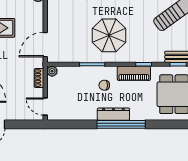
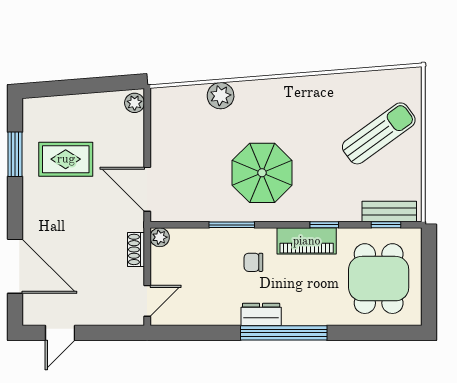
door: (45, 45) -> (147, 189), hinge flipped
door: (45, 107) -> (147, 301), swing flipped
dresser: (113, 114) -> (261, 314), width x0.70

